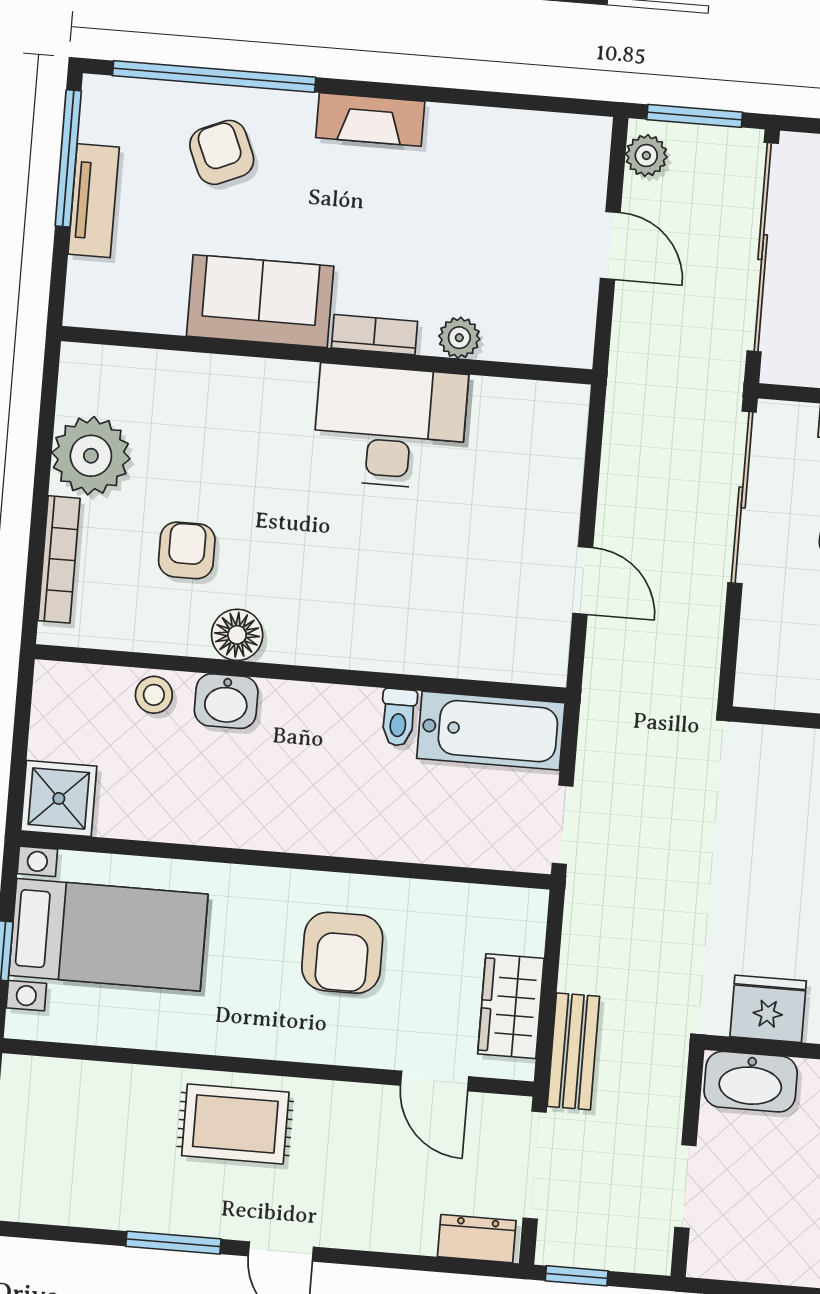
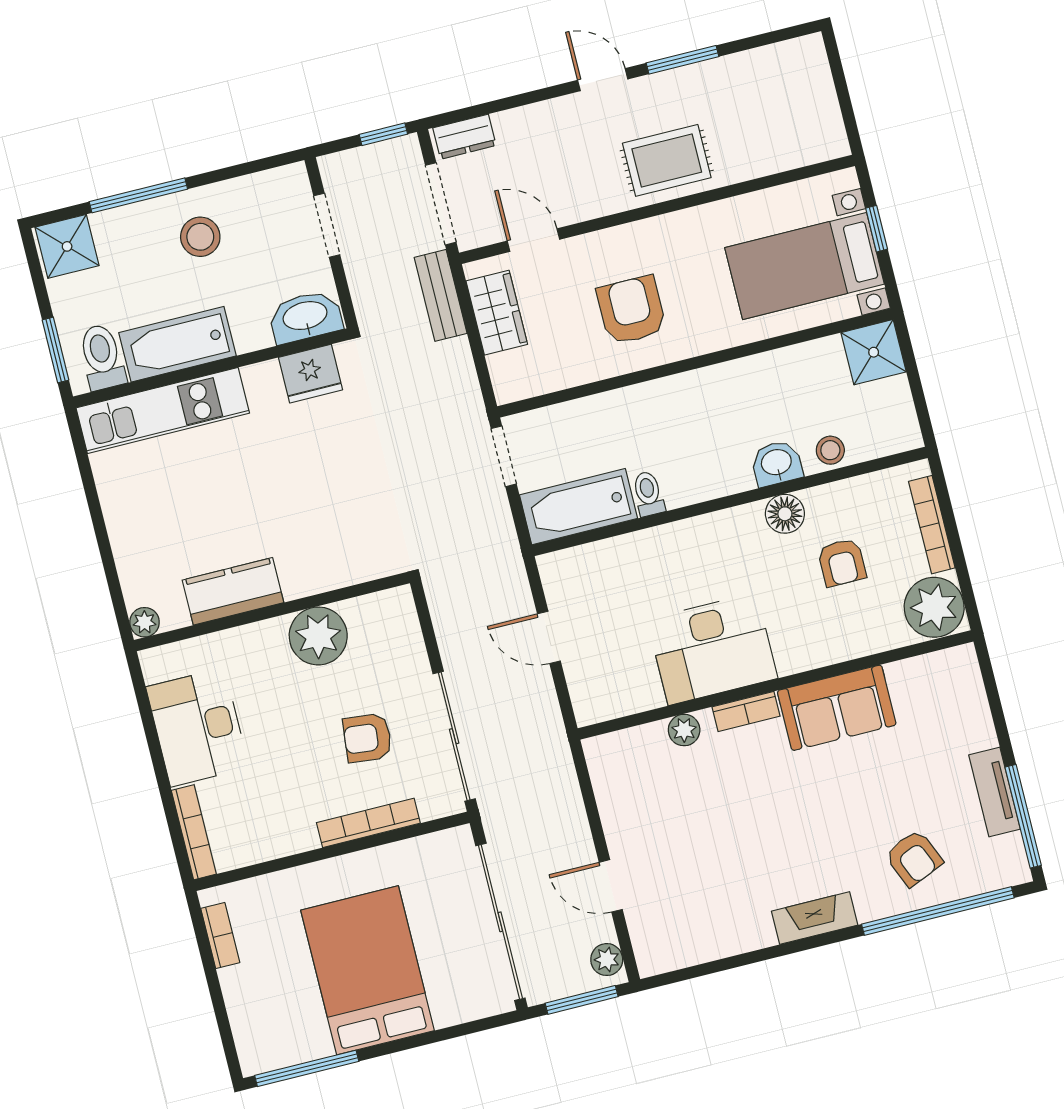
sofa: (260, 301) -> (837, 708), moved
bookcase: (375, 335) -> (746, 711), moved
plant: (459, 338) -> (684, 730), moved
wall: (327, 355) -> (776, 685), moved
desk: (390, 427) -> (712, 649), moved

